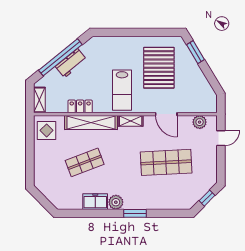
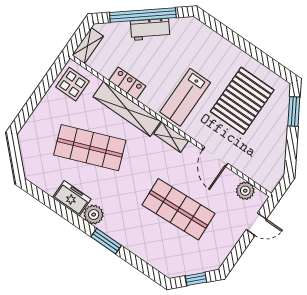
shop shelf: (85, 162) -> (90, 148), width x1.43, depth x1.36

